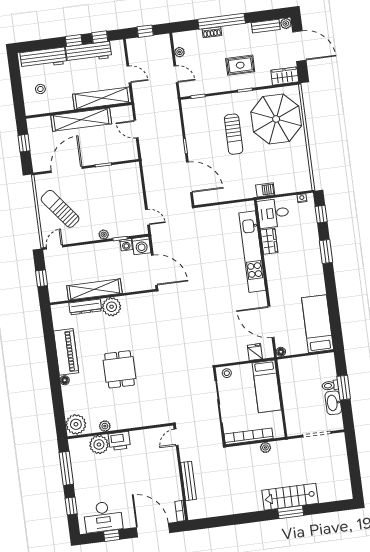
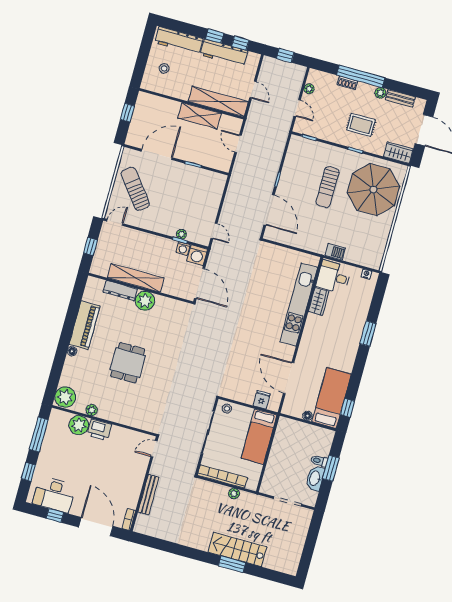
plant: (286, 24) -> (380, 93), moved
shelving: (81, 120) -> (200, 116), width x0.68
window: (321, 214) -> (347, 408), moved
plant: (104, 235) -> (181, 234), moved
floor lamp: (281, 352) -> (307, 416), moved

